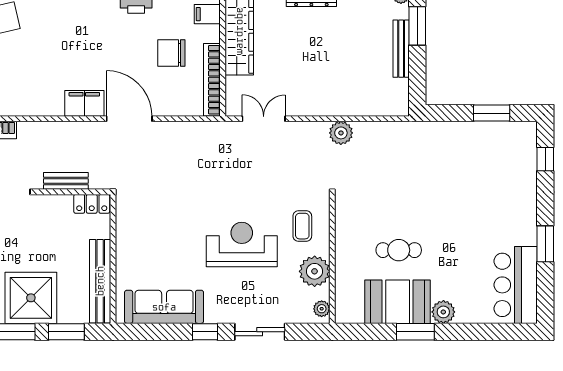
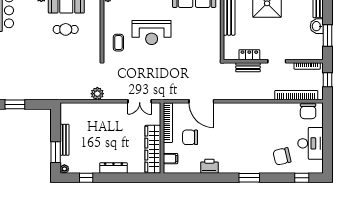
chair: (171, 53) -> (190, 137), turned 180
filing cabinet: (84, 103) -> (238, 110), removed
door: (129, 119) -> (201, 101), moved
locker: (92, 204) -> (249, 55), moved
plant: (315, 271) -> (112, 18), removed

